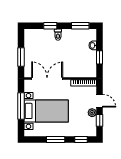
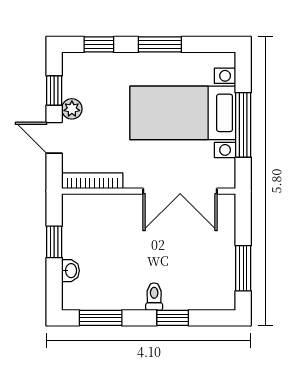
window: (21, 57) -> (243, 268), moved

